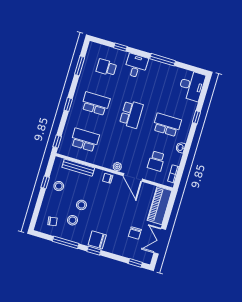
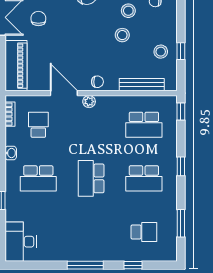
window: (163, 60) -> (85, 265), moved
desk: (136, 66) -> (104, 246), removed

